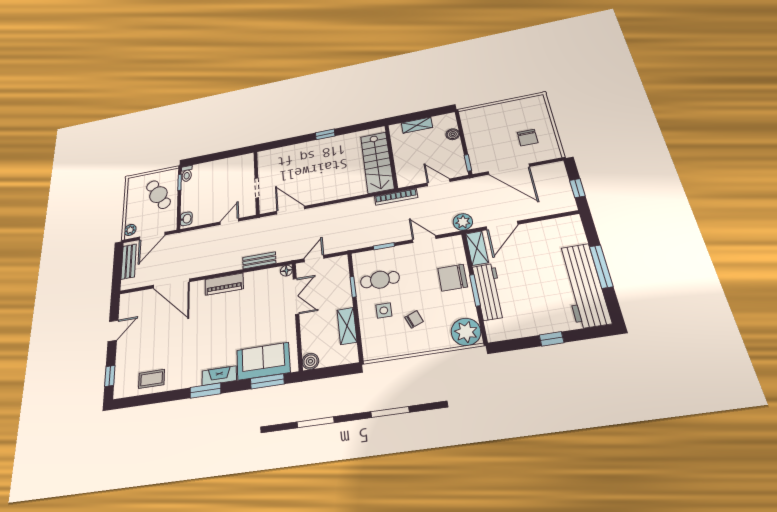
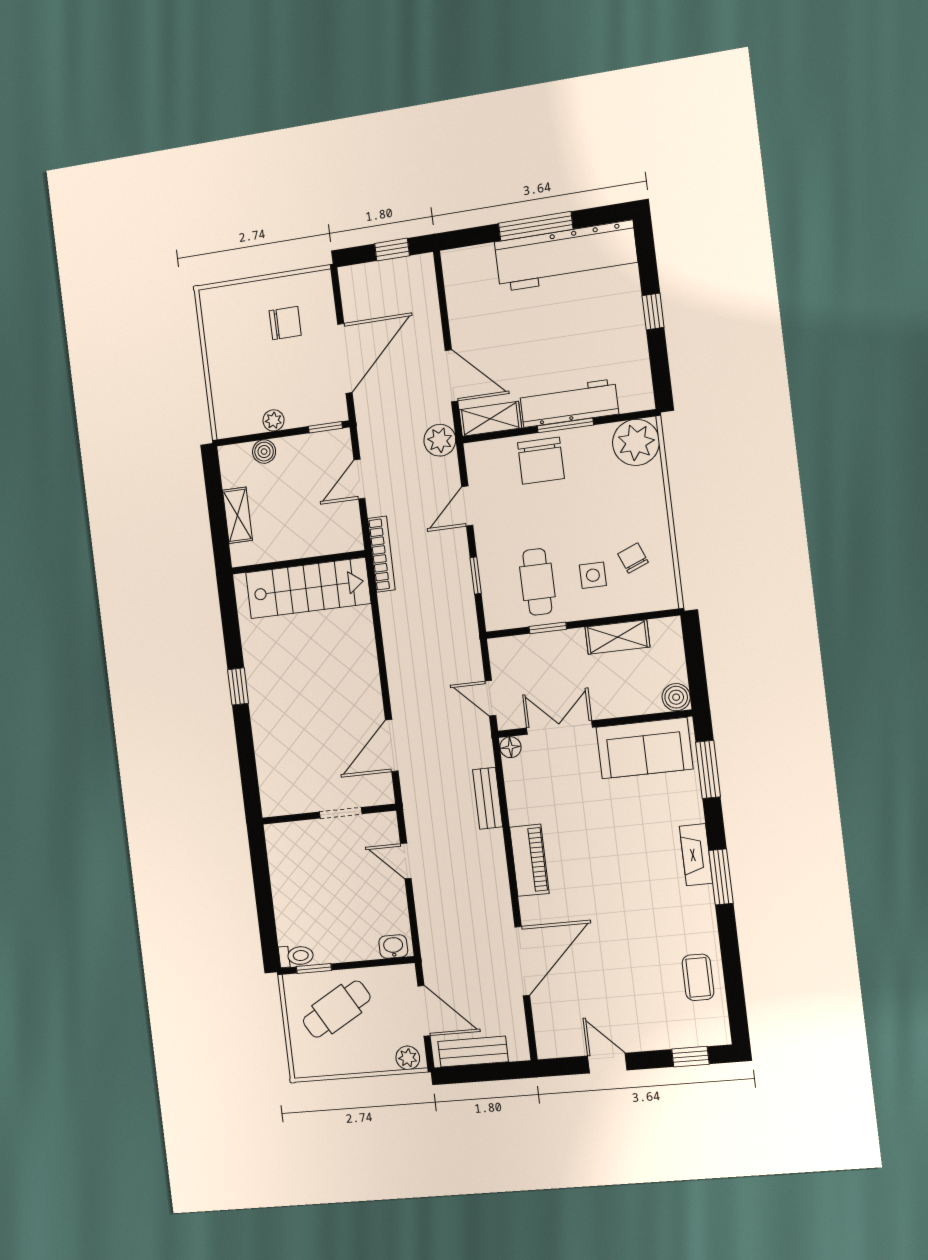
plant: (471, 137) -> (274, 420), added
chair: (414, 319) -> (633, 558), moved
sofa: (263, 361) -> (644, 748), moved, turned -90

